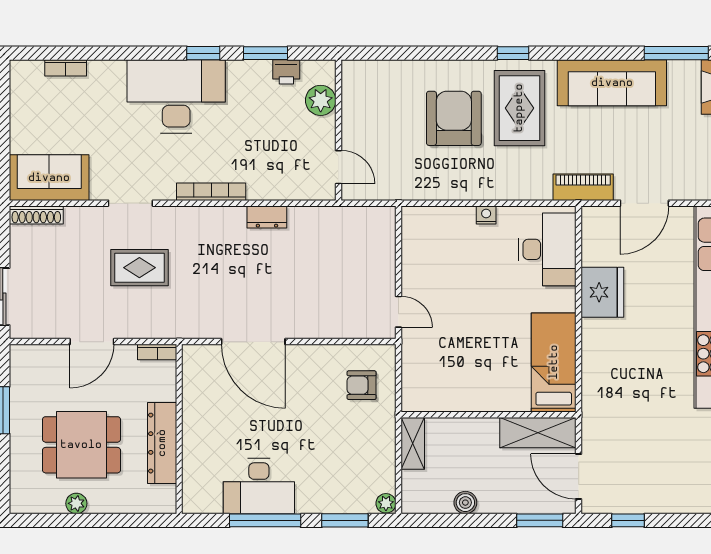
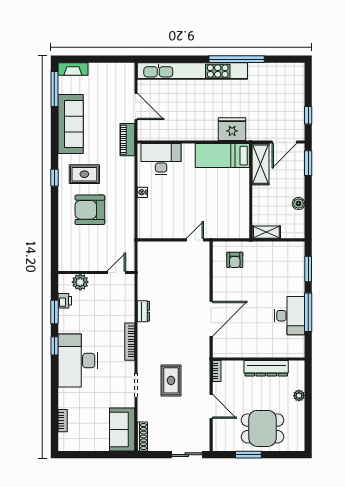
rug: (519, 108) -> (84, 174), width x0.73, depth x0.70
fridge: (602, 292) -> (232, 129), moved
dining table: (81, 445) -> (263, 428), moved, turned 90
plant: (76, 503) -> (299, 396), moved
plant: (386, 503) -> (299, 247), removed

